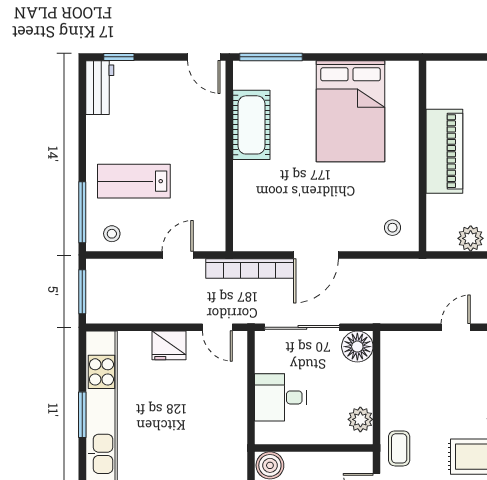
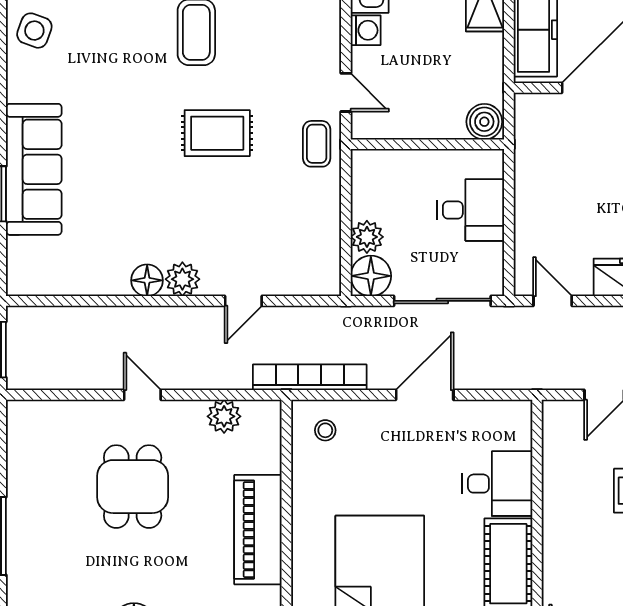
desk: (260, 187) -> (497, 484), added
bookcase: (250, 268) -> (310, 377), moved
plant: (360, 419) -> (367, 237), moved

